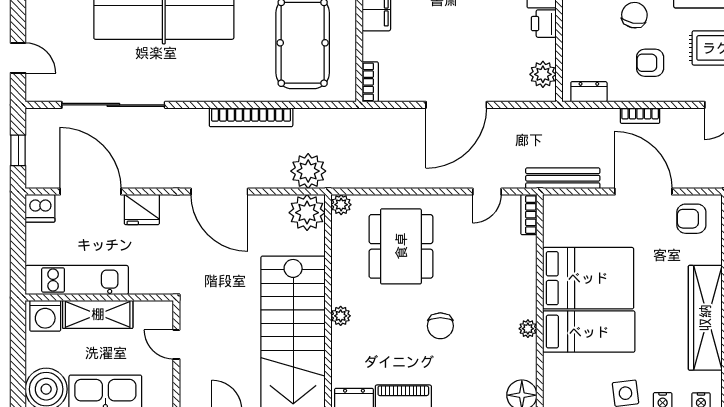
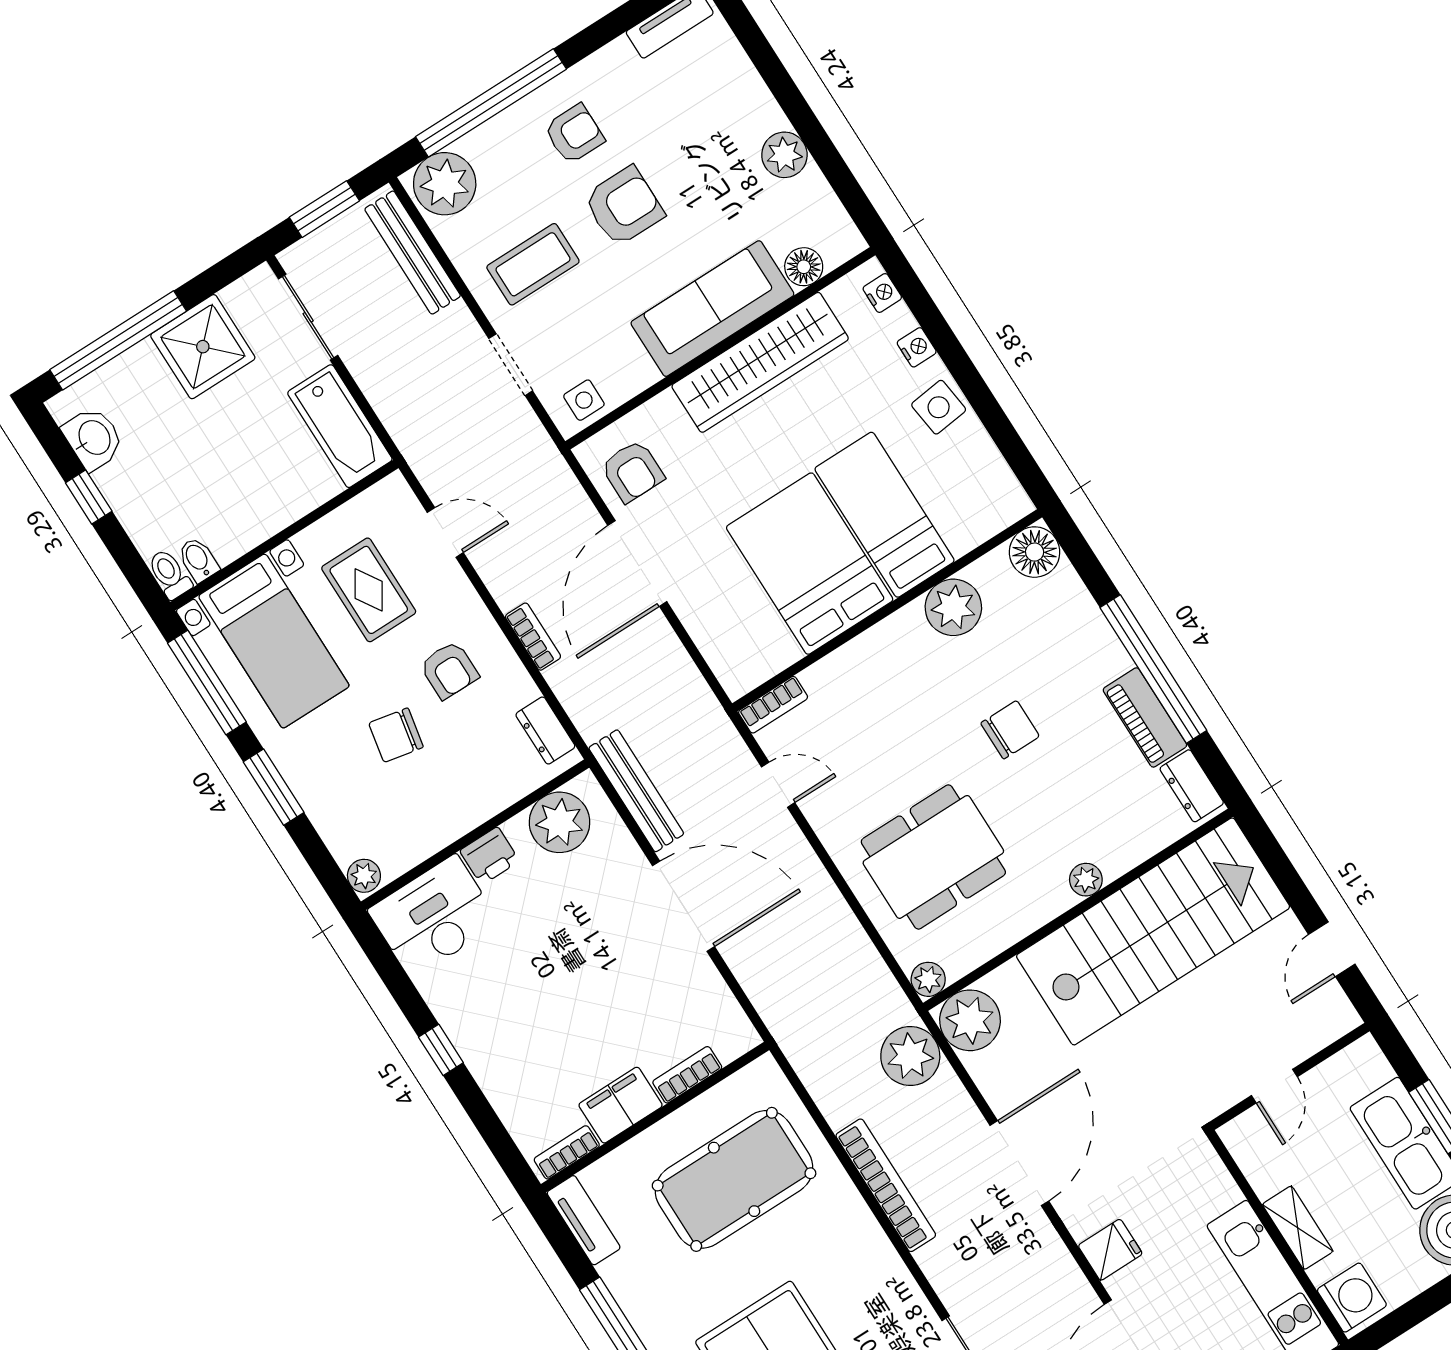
plant: (543, 74) -> (560, 822), width x1.36, depth x1.36
bookcase: (370, 82) -> (687, 1075), moved
bench: (563, 178) -> (636, 791), moved
fridge: (142, 210) -> (1110, 1250), width x0.72
shelving: (98, 314) -> (1298, 1228), width x0.67, depth x0.75
plant: (528, 329) -> (953, 607), width x1.87, depth x1.87

